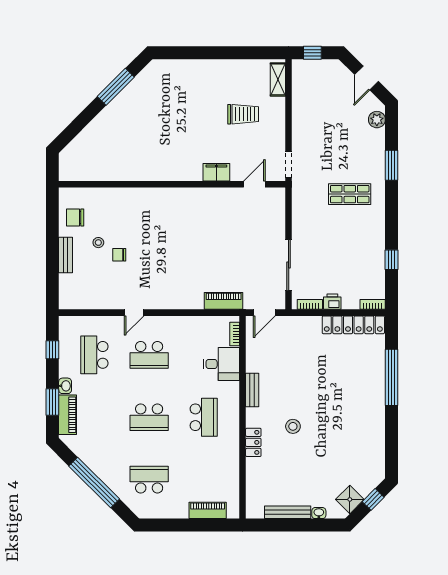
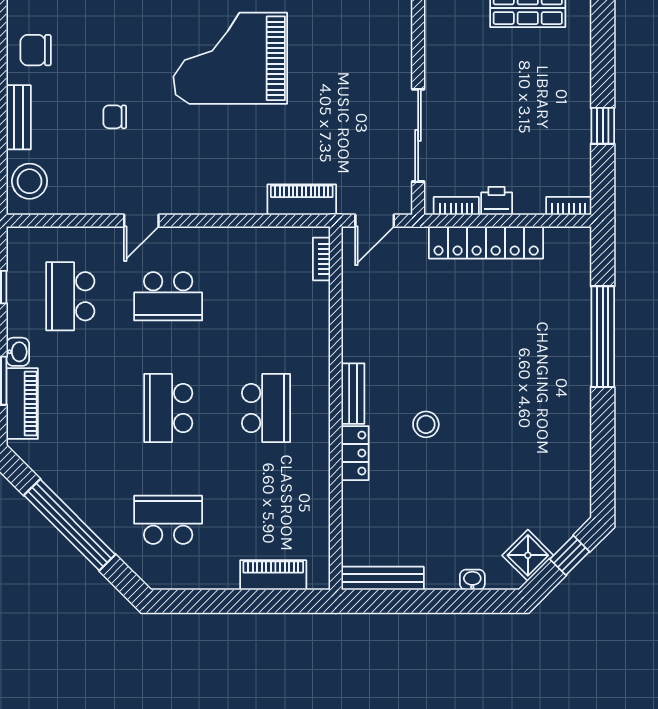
grand piano: (184, 222) -> (230, 58), added
stool: (98, 243) -> (30, 181), moved, width x1.89, depth x1.89
locker: (353, 325) -> (486, 242), moved
desk: (221, 364) -> (298, 313), removed
bench: (252, 390) -> (353, 394), moved
school desk: (149, 417) -> (168, 408), turned 90
bench: (288, 512) -> (383, 578), moved

